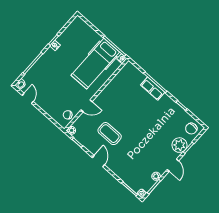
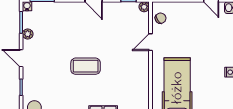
coffee table: (110, 134) -> (86, 66), moved
plant: (179, 145) -> (32, 82), removed

